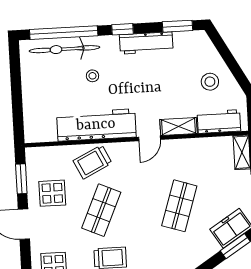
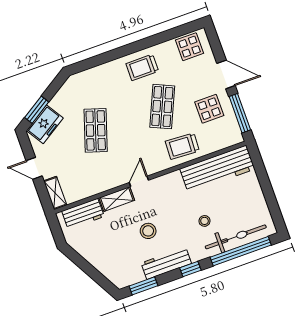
stool: (210, 82) -> (148, 231), moved
workbench: (96, 125) -> (217, 169), moved
trolley: (93, 162) -> (182, 146), turned -151
window: (21, 179) -> (240, 113), width x1.44

